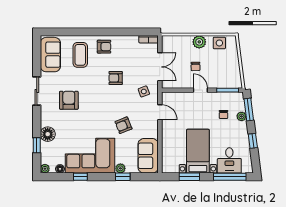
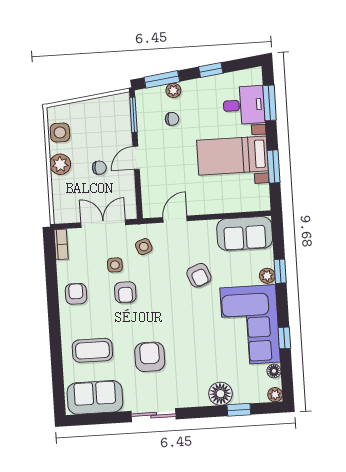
armchair: (104, 47) -> (76, 294), moved
side table: (133, 72) -> (115, 265), added
armchair: (69, 100) -> (150, 357), moved, turned 90
window: (230, 177) -> (270, 103), width x0.69

